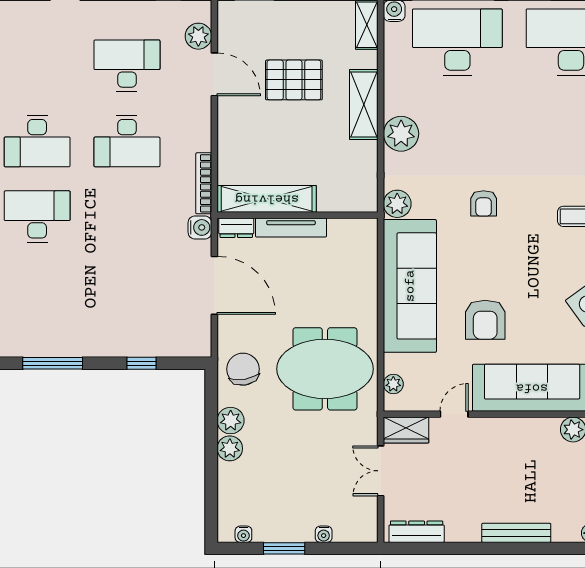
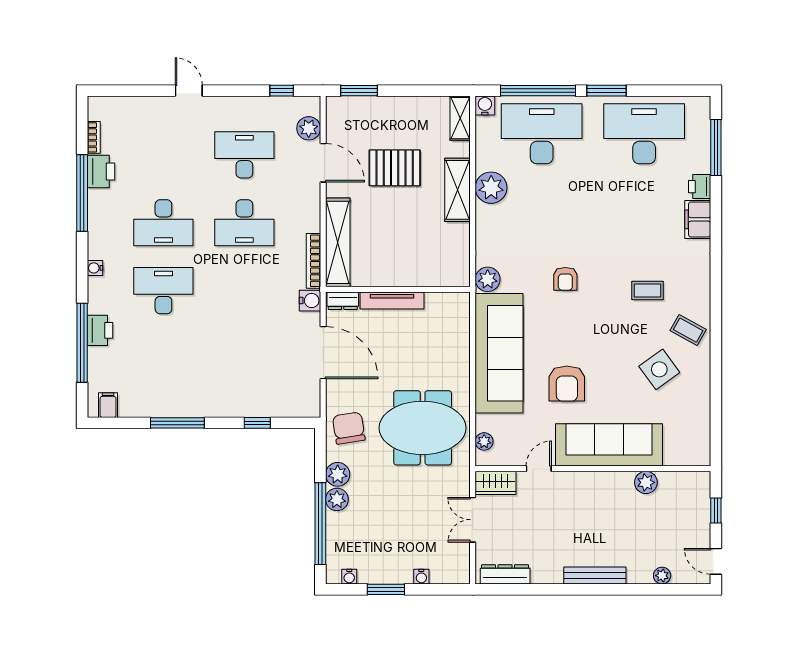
plant: (401, 134) -> (491, 188), moved
shelving: (267, 199) -> (338, 242), moved, turned 90
window: (211, 475) -> (320, 524), added

